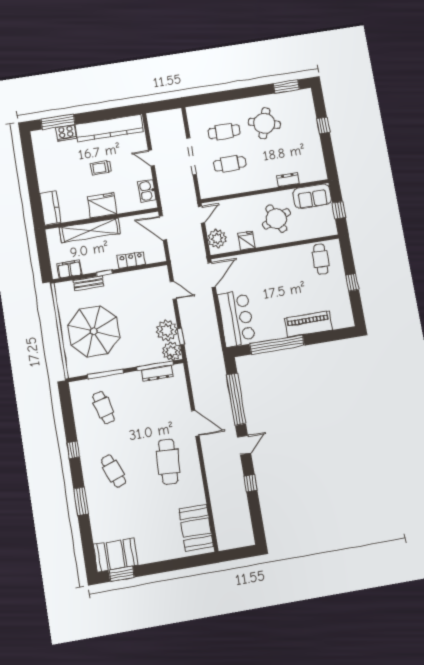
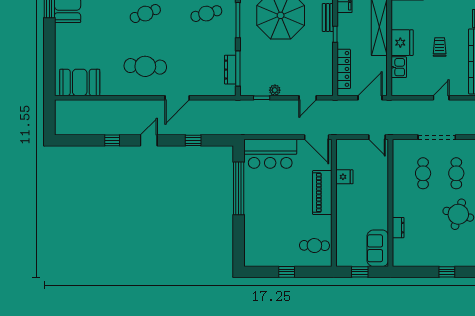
kitchen sink: (147, 191) -> (399, 67), moved, turned 90
round table: (276, 219) -> (361, 209), removed
plant: (217, 239) -> (351, 148), removed
locker: (131, 260) -> (344, 69), width x1.53
piano: (308, 324) -> (322, 193), moved, turned 180
plant: (167, 330) -> (275, 90), width x0.53, depth x0.53
plant: (172, 351) -> (249, 87), removed
window: (236, 399) -> (193, 140), width x0.32
door: (244, 445) -> (149, 140), swing flipped

